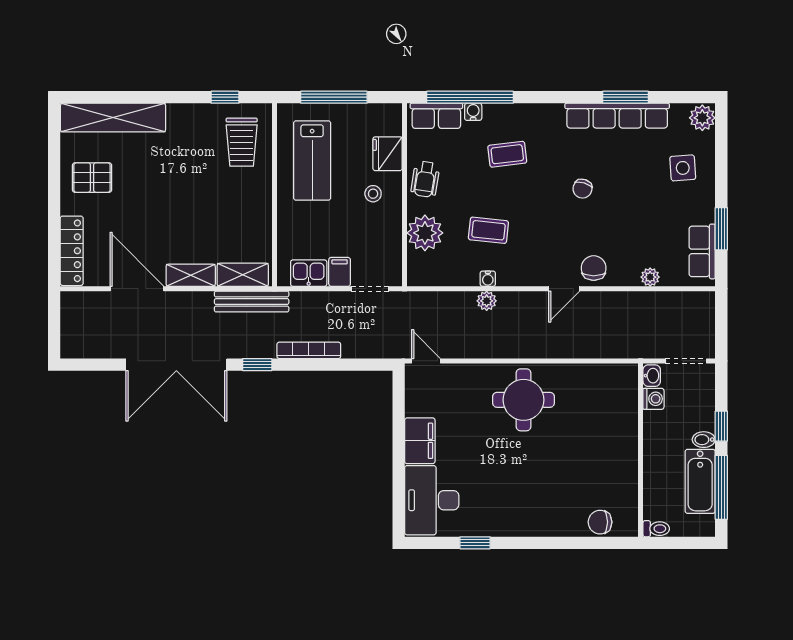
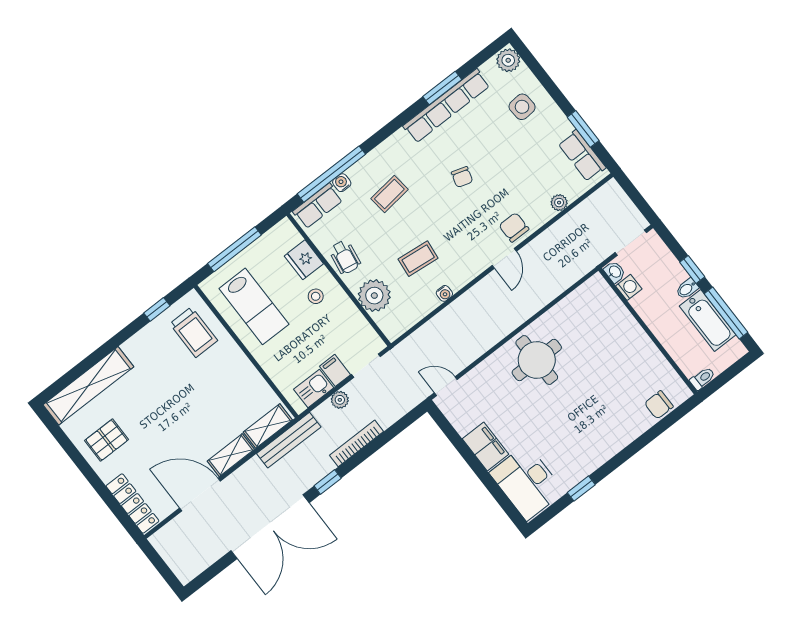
plant: (487, 301) -> (340, 400), moved

